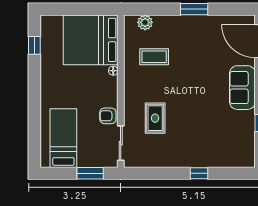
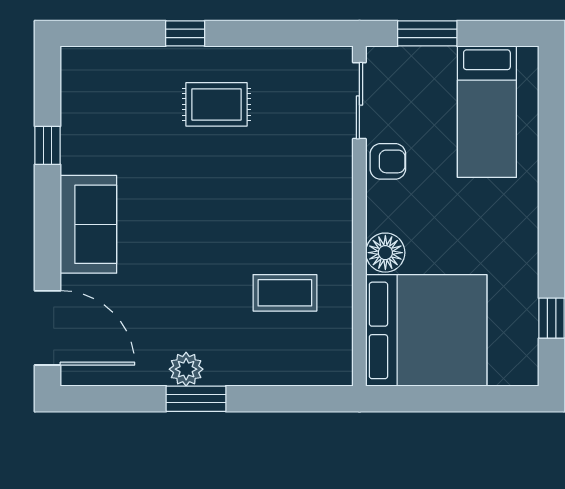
plant: (145, 22) -> (186, 369), moved
floor lamp: (113, 71) -> (385, 253), width x1.89, depth x1.89
rug: (155, 118) -> (216, 104), moved, turned 90

